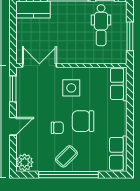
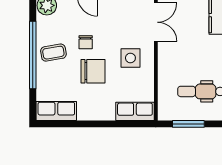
chair: (83, 121) -> (93, 71), turned 90
coffee table: (66, 156) -> (53, 53), turned -55

